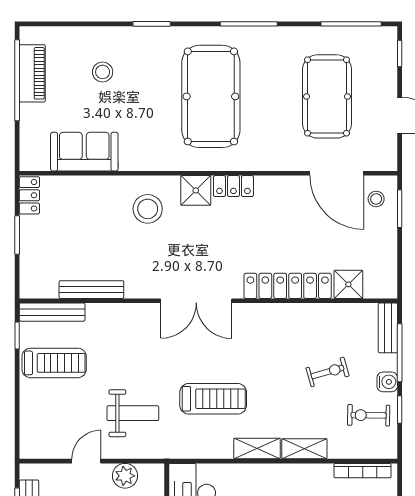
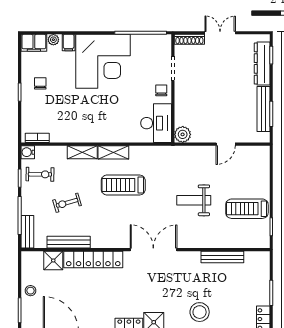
stool: (376, 199) -> (30, 291), moved
stool: (148, 209) -> (200, 312), moved
bench: (52, 312) -> (69, 242), moved
water cooler: (387, 382) -> (28, 152), moved
treadmill: (213, 399) -> (123, 185), moved
weight bench: (133, 413) -> (194, 200), moved
bookcase: (363, 471) -> (37, 138), width x0.64
plant: (125, 476) -> (183, 134), moved

